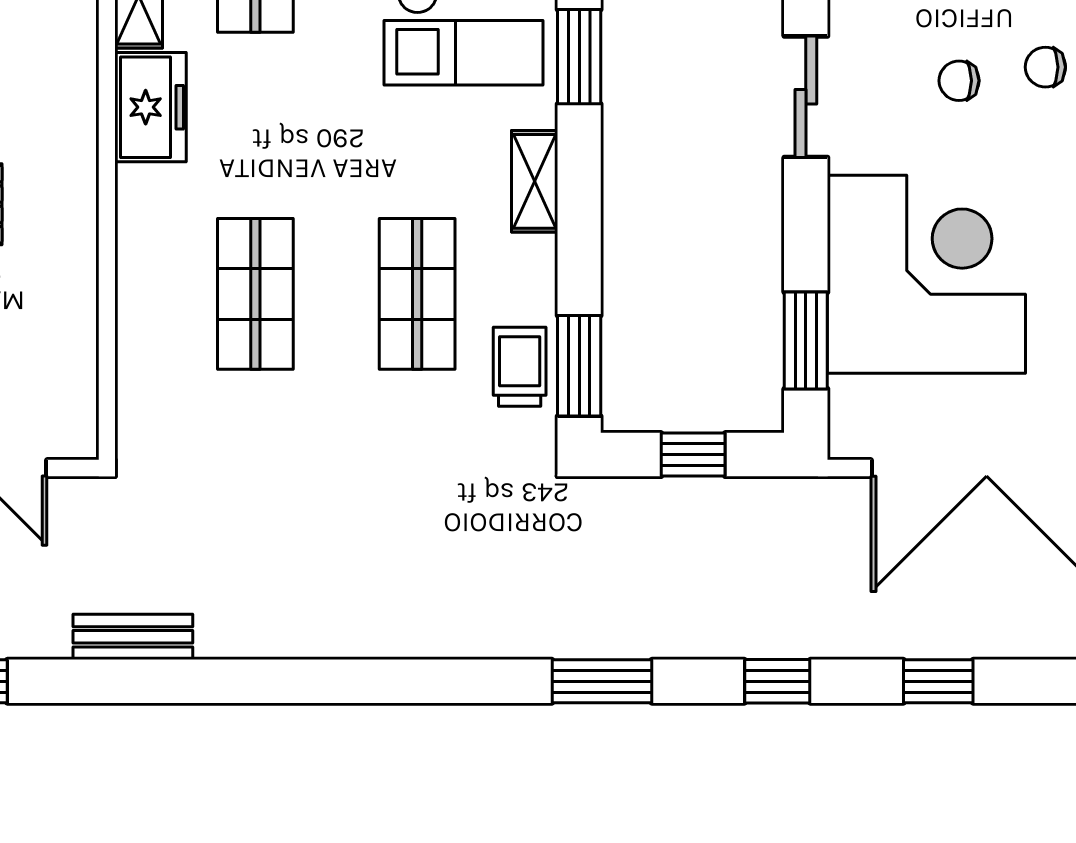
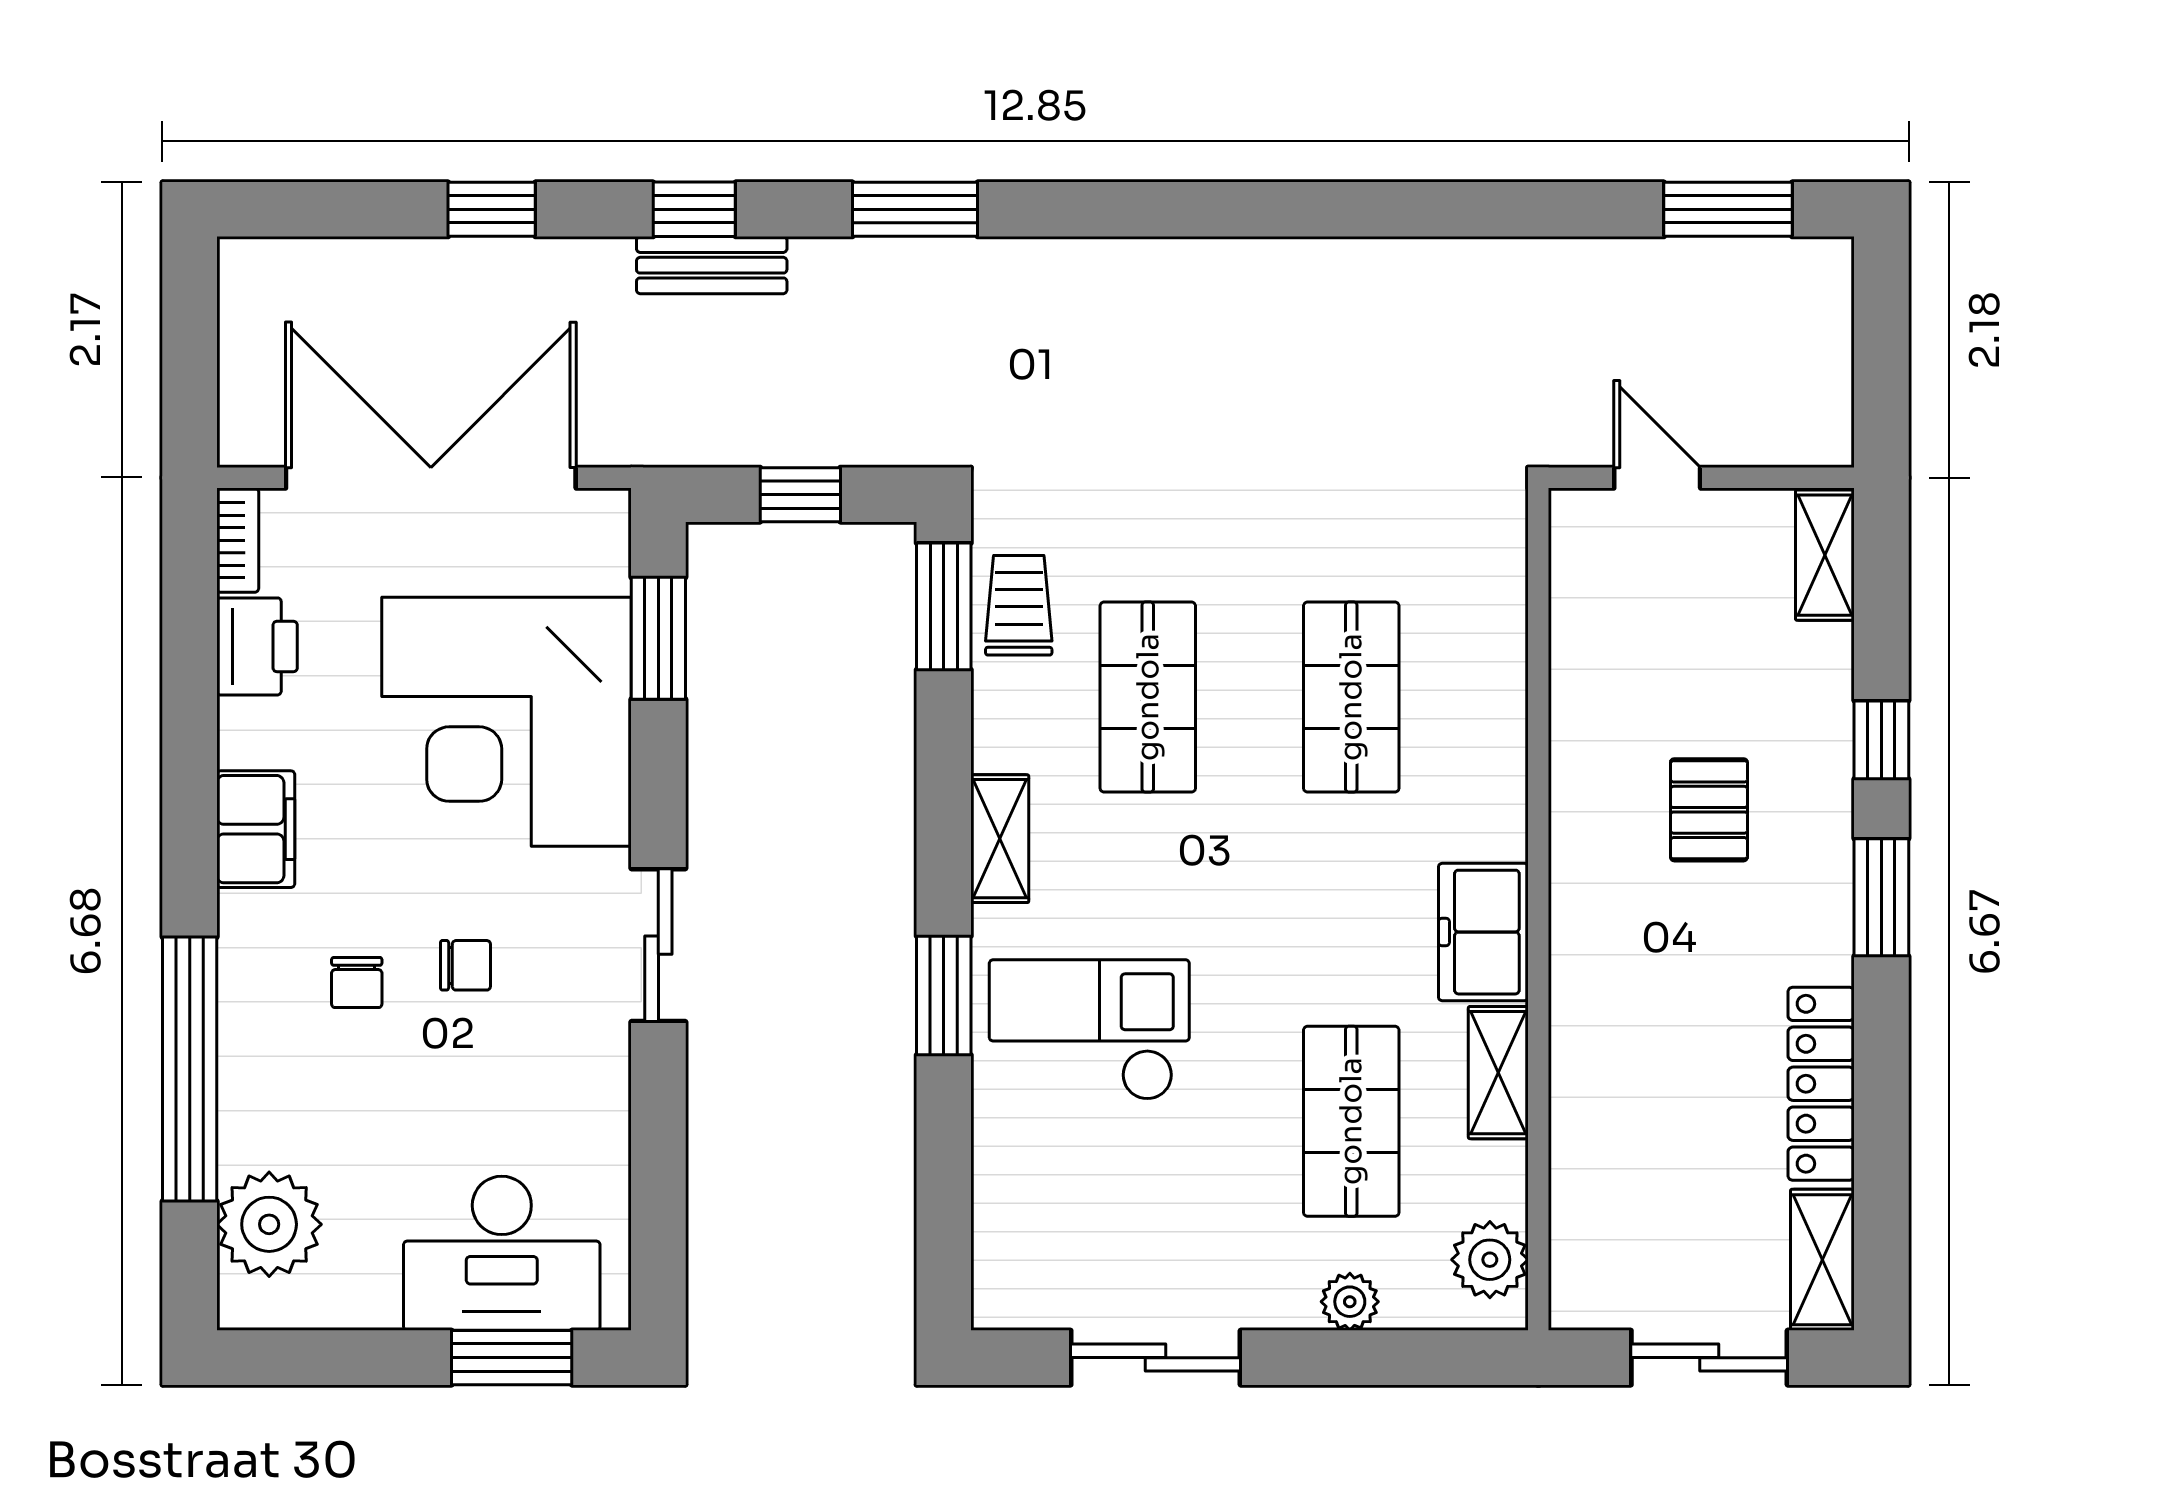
chair: (1045, 67) -> (357, 983), turned 90
trolley: (520, 367) -> (1019, 605), turned 180
bench: (133, 637) -> (712, 265), moved

